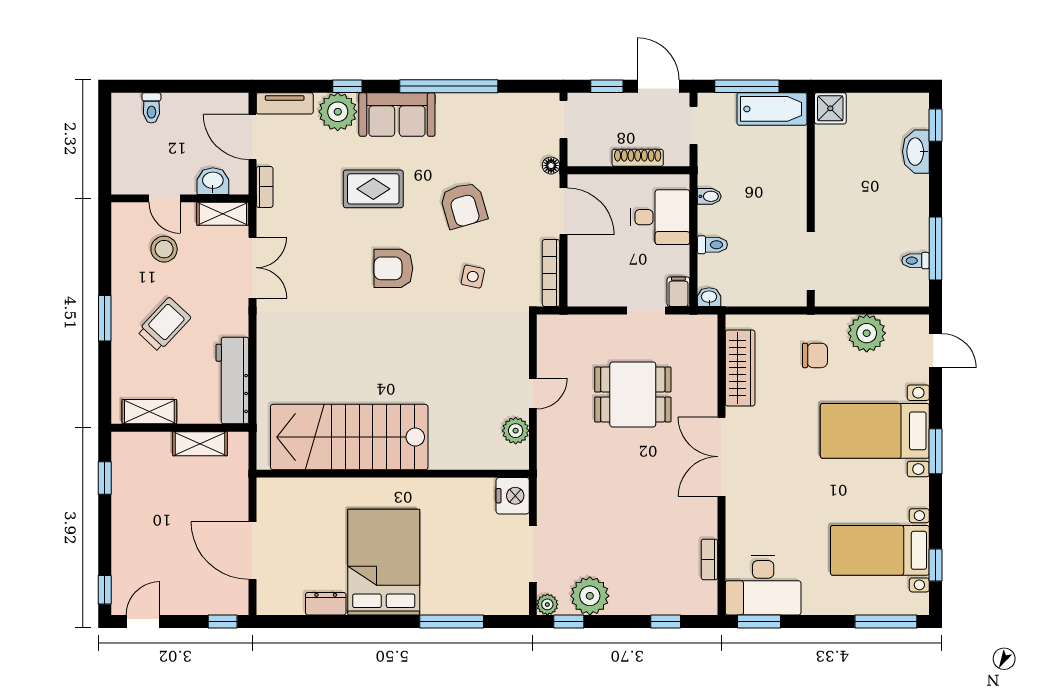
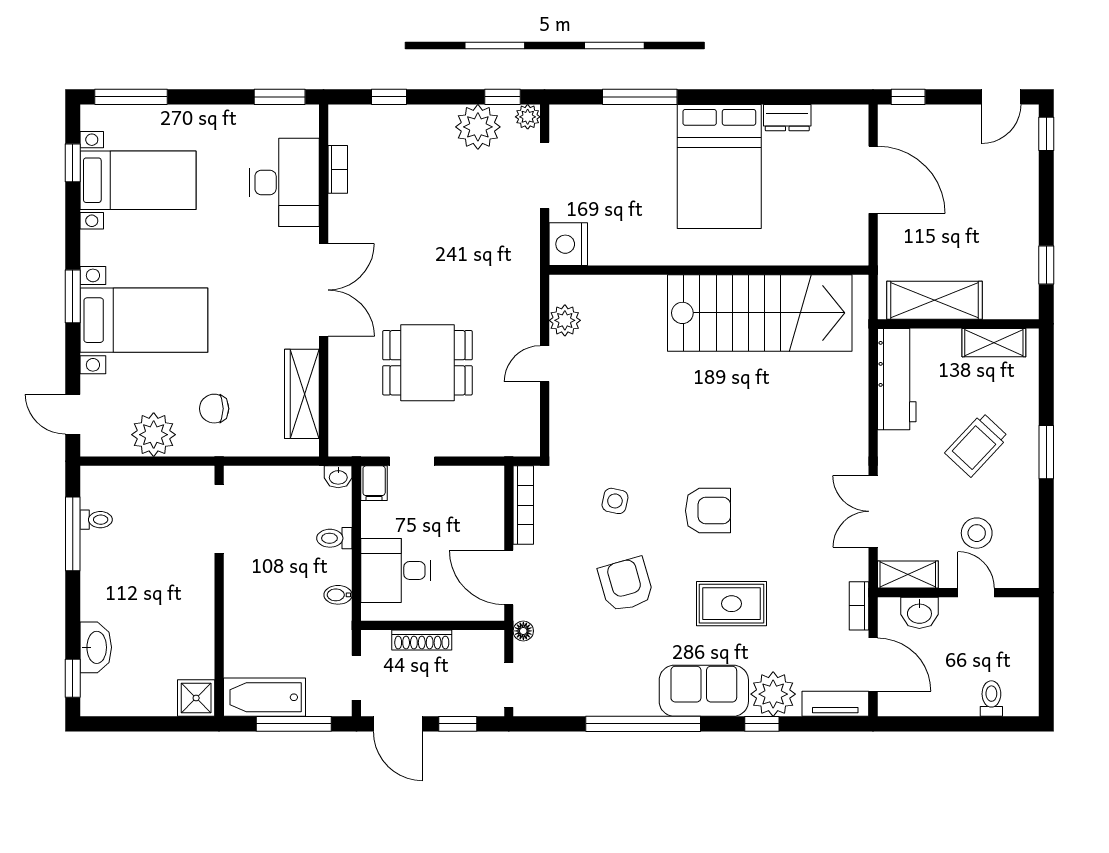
shelving: (200, 444) -> (935, 300), width x1.50, depth x1.33
desk: (763, 585) -> (284, 182), moved, turned 90

